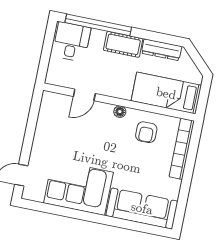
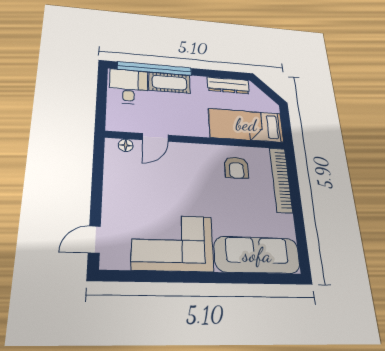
cot: (123, 44) -> (169, 83), moved
floor lamp: (120, 112) -> (126, 145), moved

